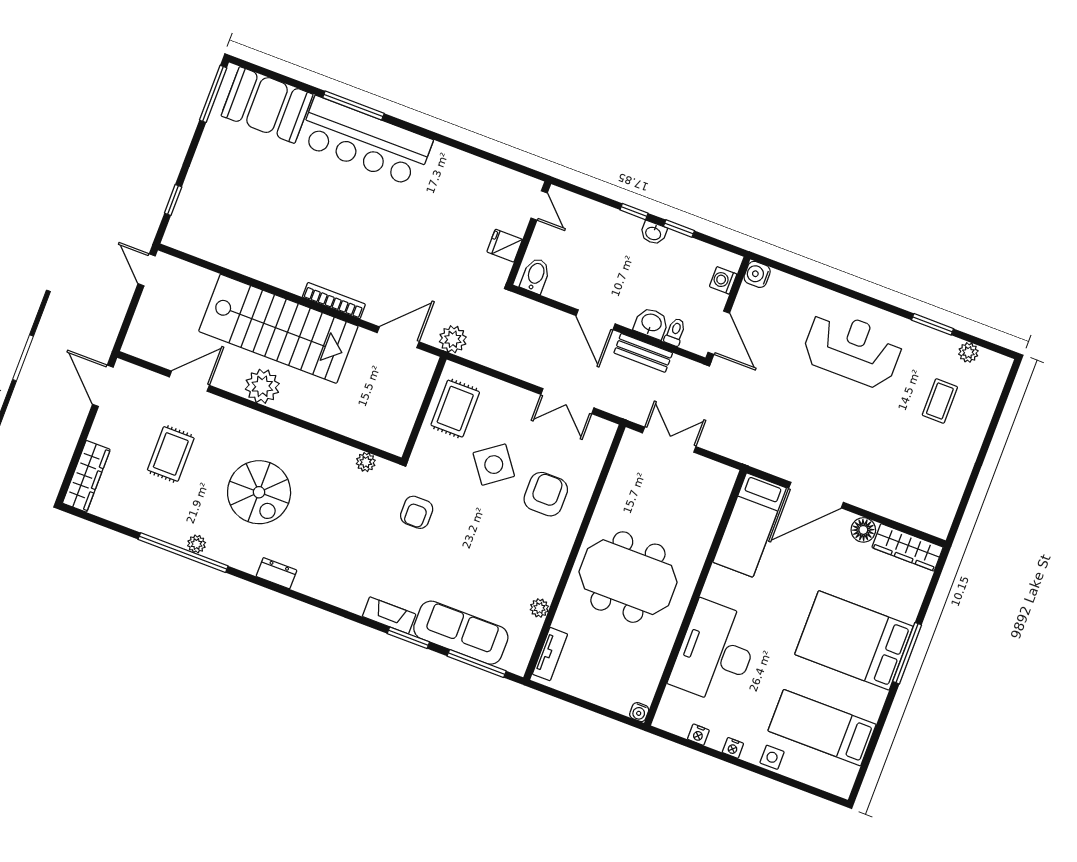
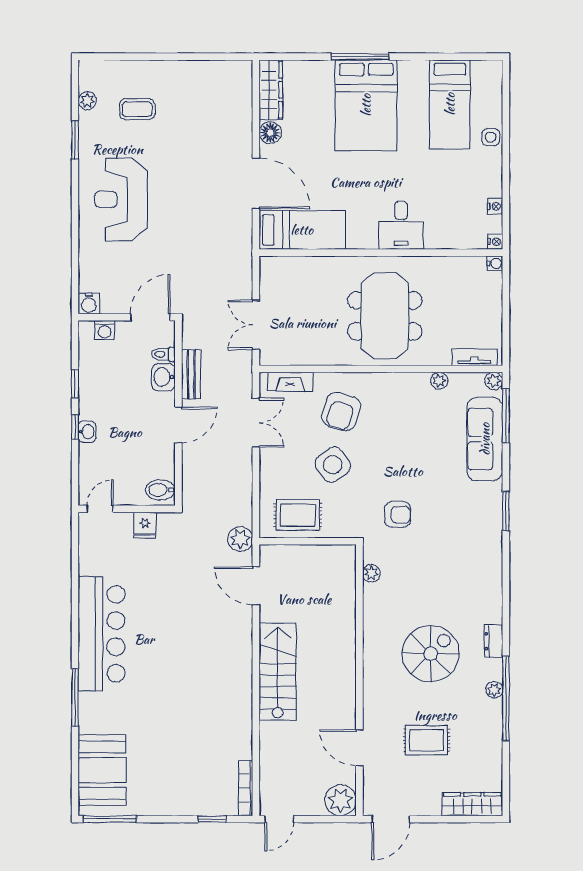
bar counter: (365, 142) -> (102, 634), moved
washbasin: (653, 233) -> (87, 432), moved
bookcase: (334, 301) -> (246, 788), moved
stairs: (278, 329) -> (278, 672), width x0.73, depth x0.66
plant: (262, 386) -> (341, 800), moved
armchair: (546, 494) -> (341, 411), turned -73
dresser: (276, 573) -> (493, 641), moved
fireplace: (389, 615) -> (290, 382), moved, turned -90
window: (408, 638) -> (506, 511), moved
desk: (715, 652) -> (401, 225), width x0.53, depth x0.77
plant: (518, 665) -> (494, 381), added
nightstand: (733, 748) -> (495, 242), moved

